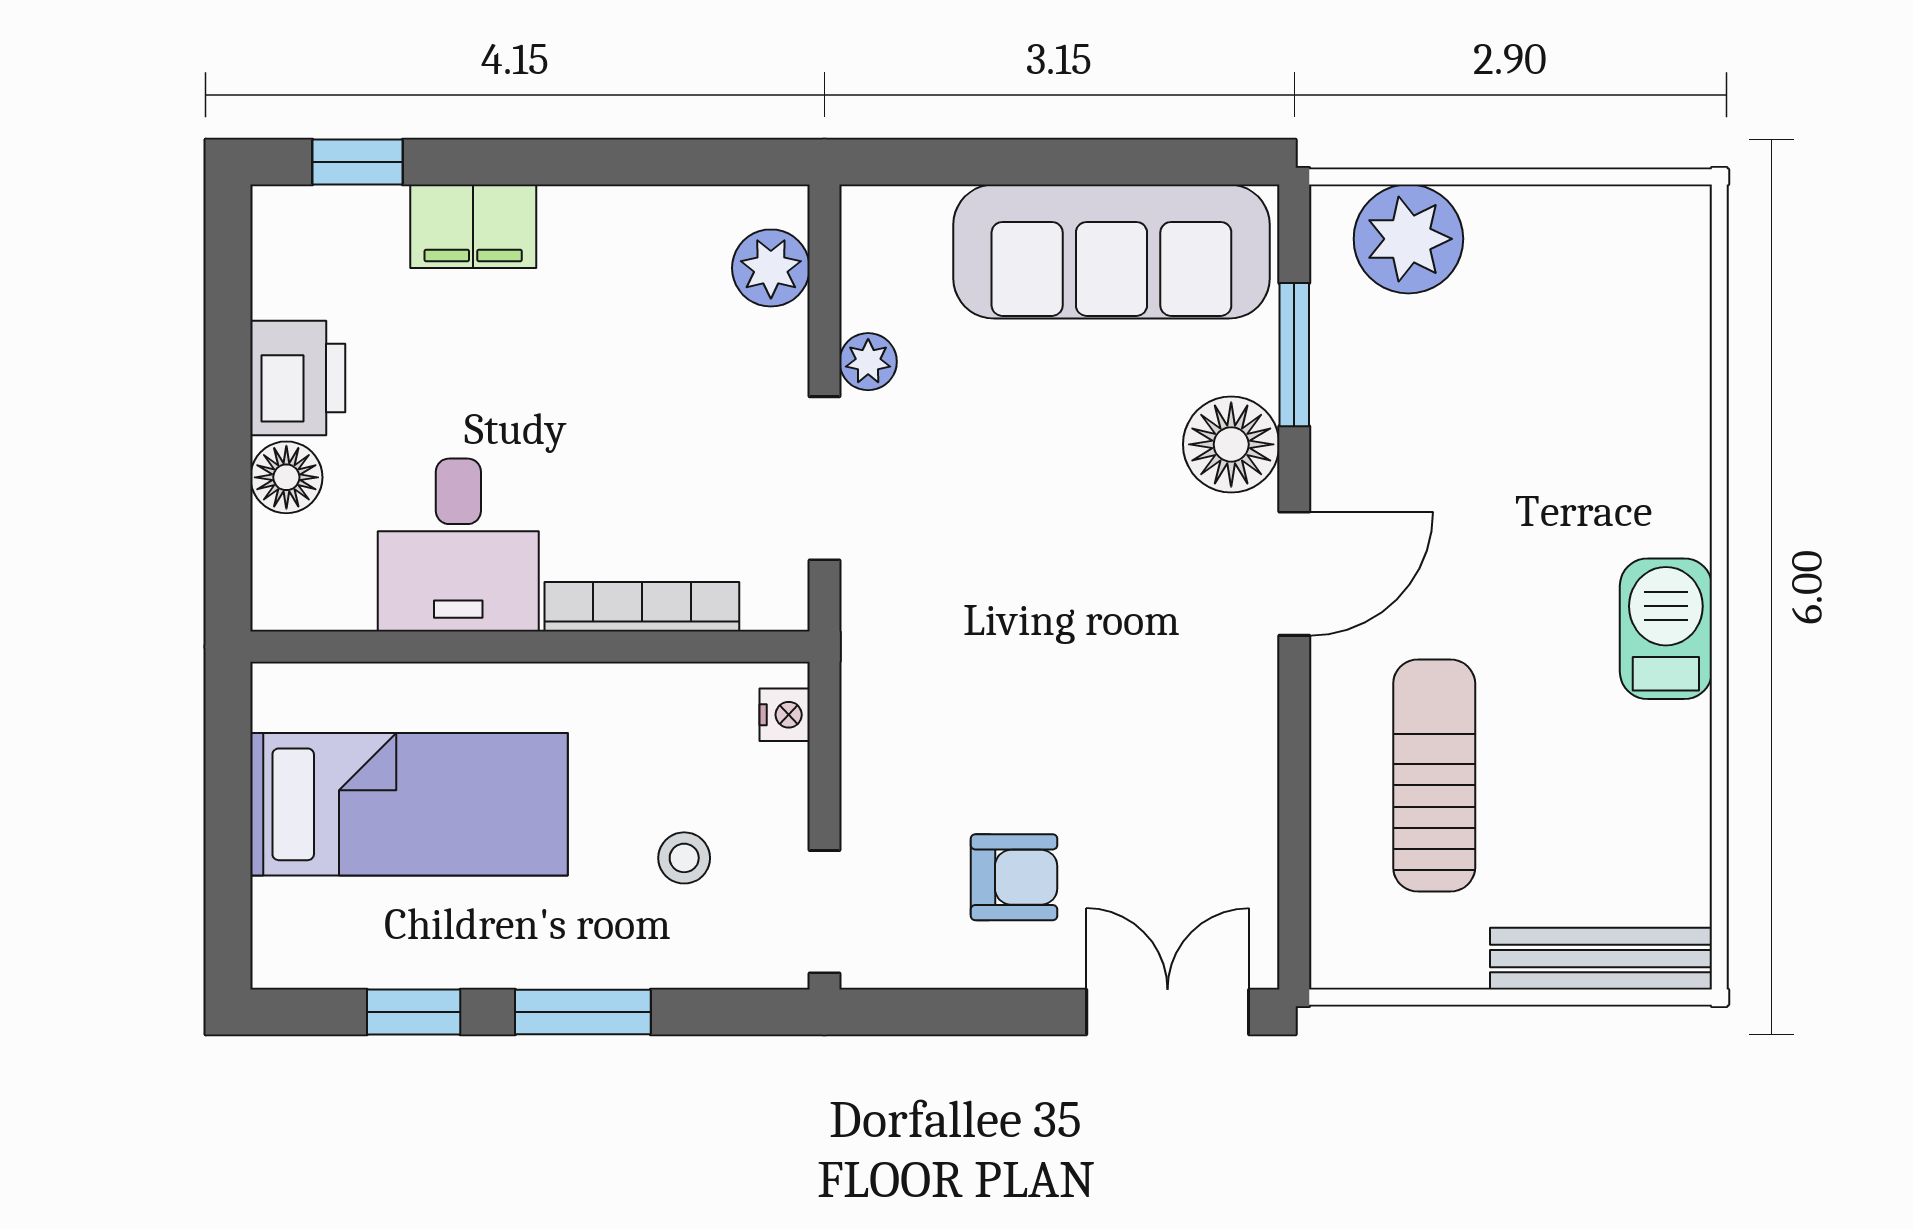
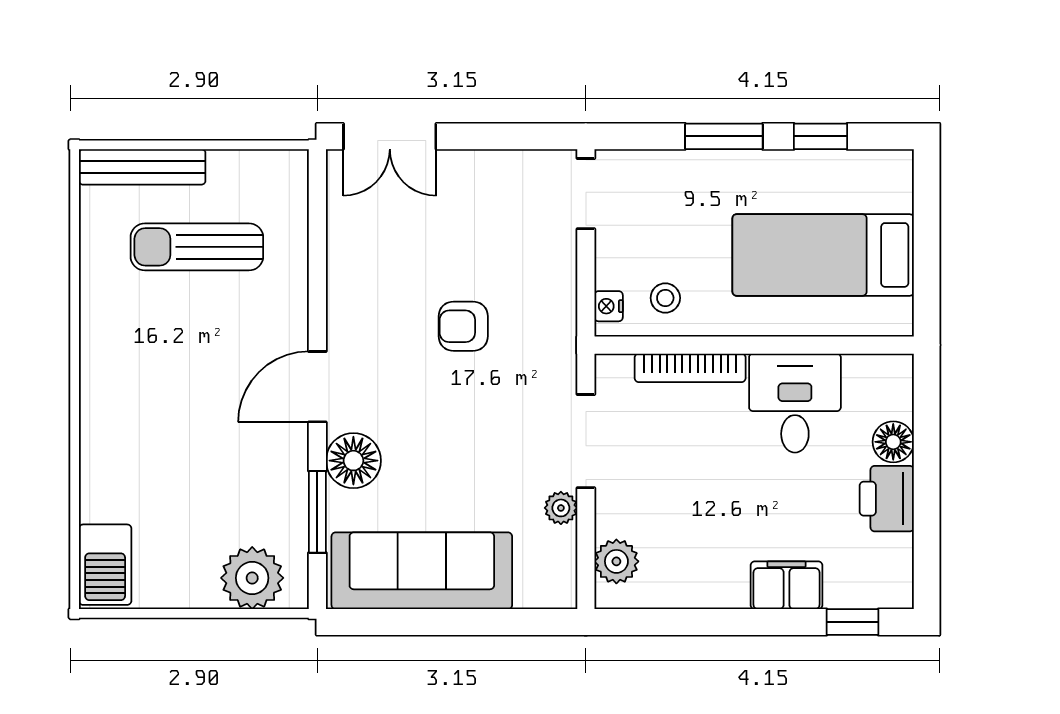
barbecue: (1666, 629) -> (105, 565), moved
sun lounger: (1434, 776) -> (197, 247), moved, turned 90
stool: (684, 858) -> (665, 298), moved
armchair: (1014, 877) -> (463, 326), moved

